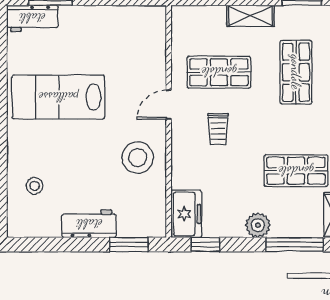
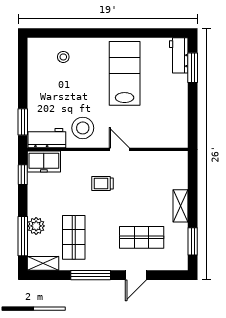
shop shelf: (219, 72) -> (142, 184), removed
workbench: (89, 224) -> (47, 138), moved, turned -90
plant: (258, 225) -> (36, 226), moved

